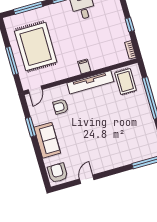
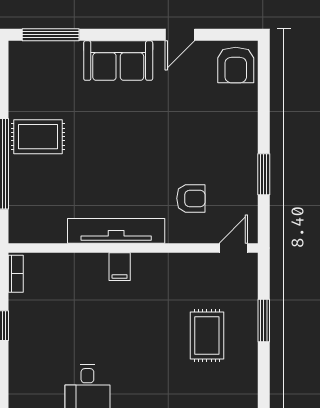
rug: (36, 47) -> (207, 336), width x0.54, depth x0.49
window: (12, 61) -> (264, 321), width x0.69
rug: (125, 82) -> (38, 137), moved, turned 90
sofa: (47, 140) -> (118, 61), moved, turned -90

